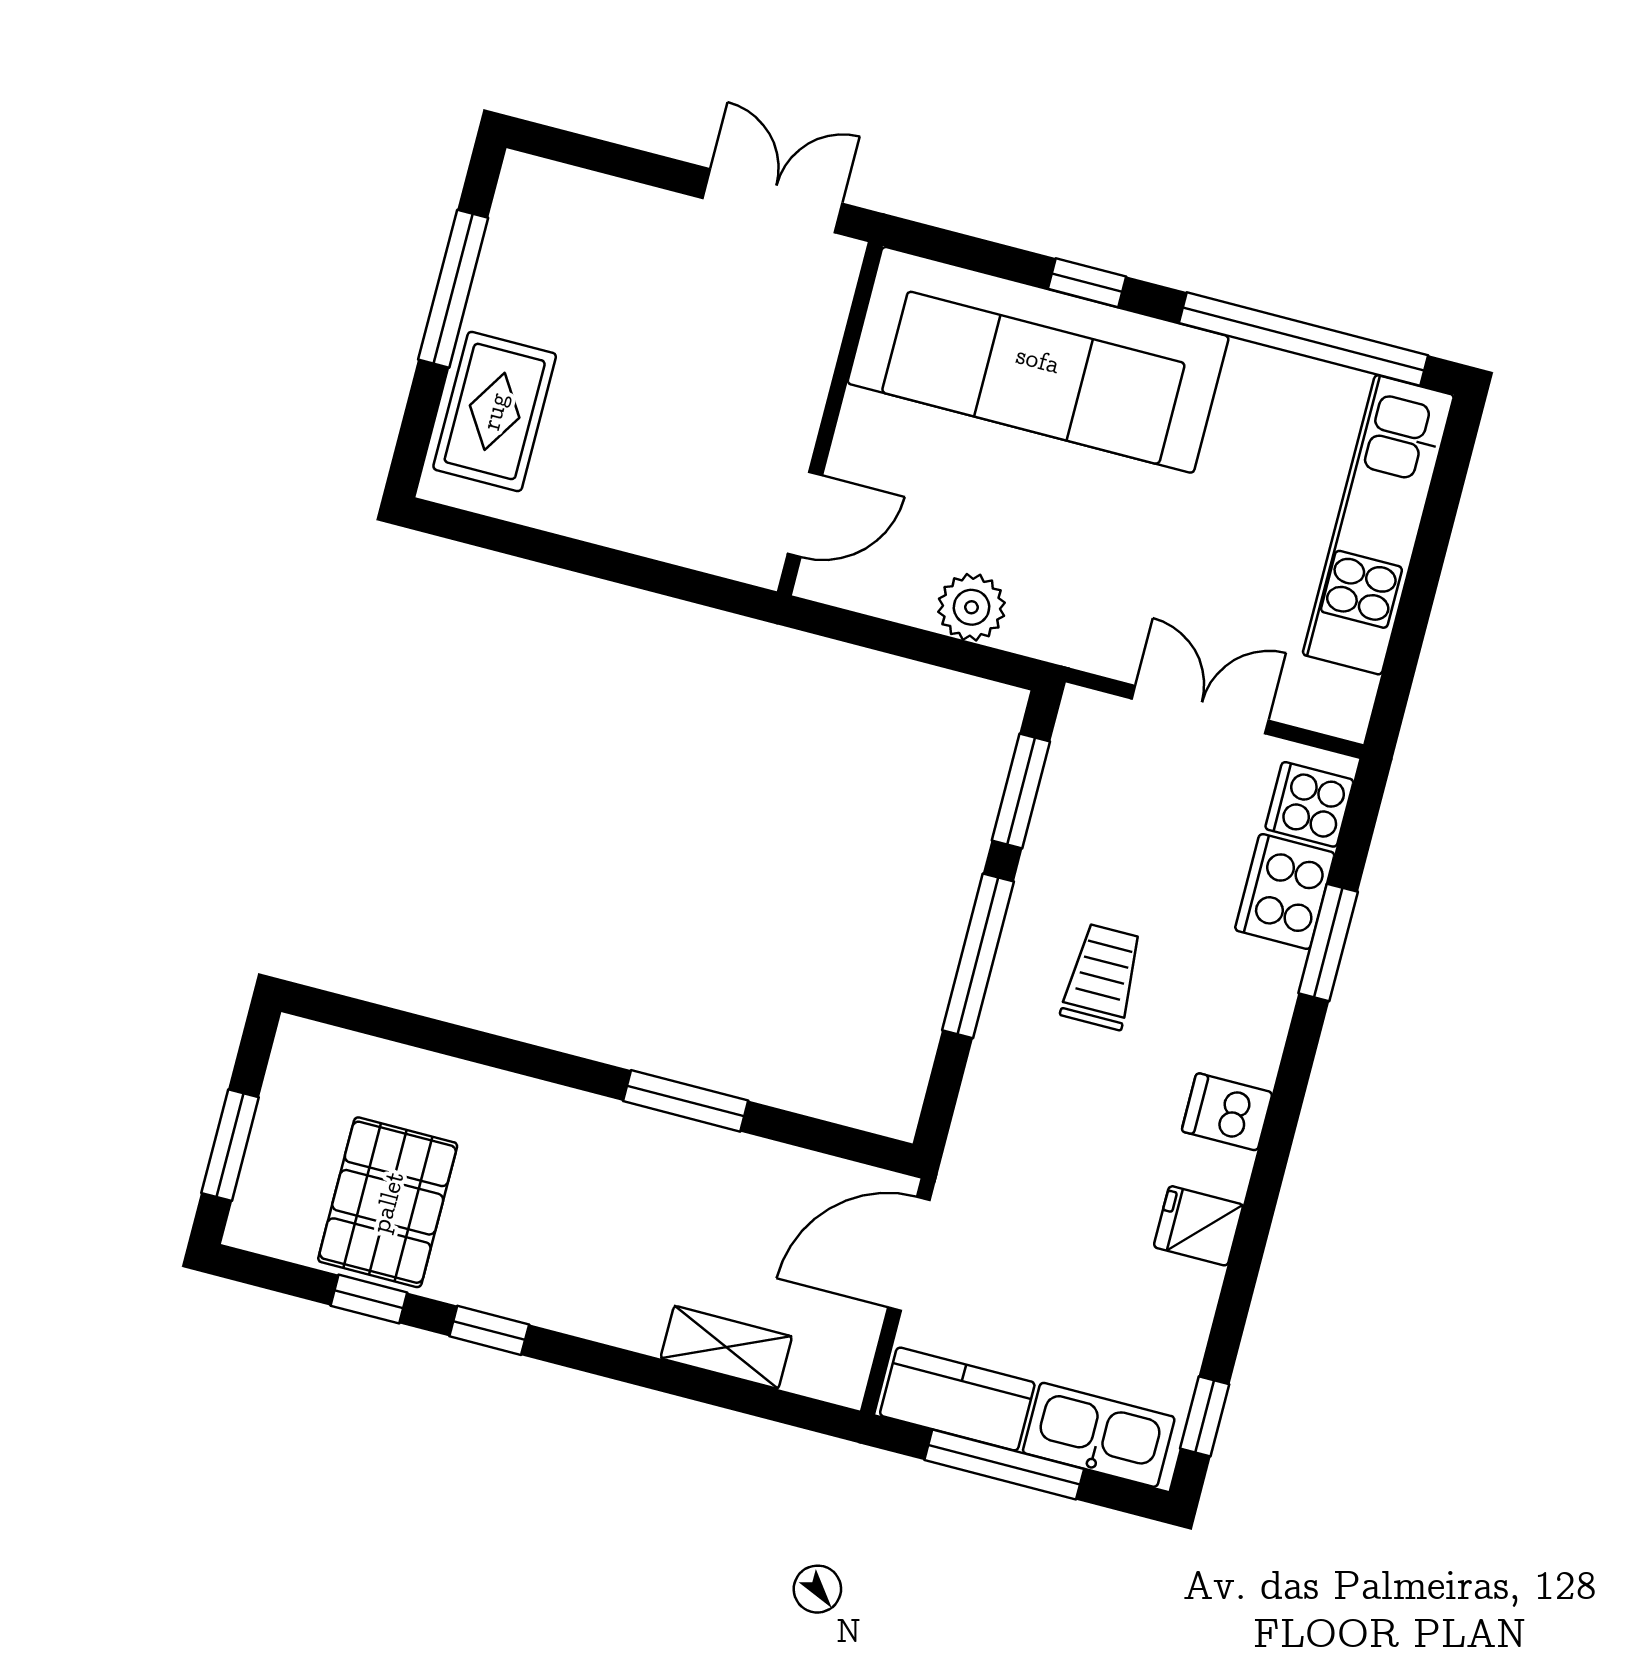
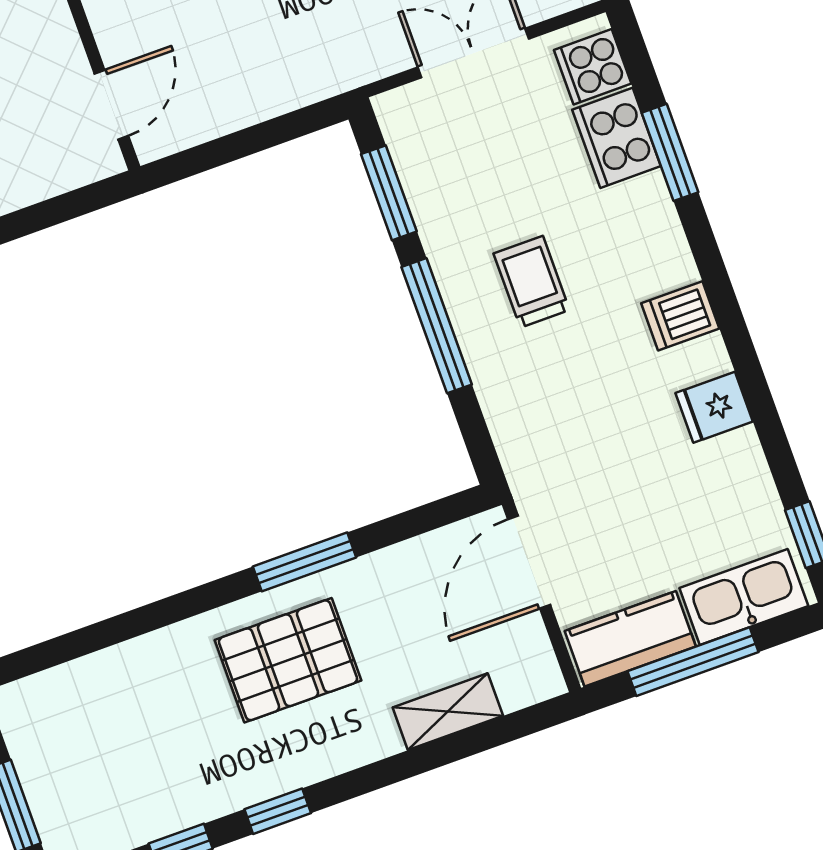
plant: (972, 607) -> (269, 90), removed
pallet: (388, 1202) -> (288, 660), moved, turned 90

